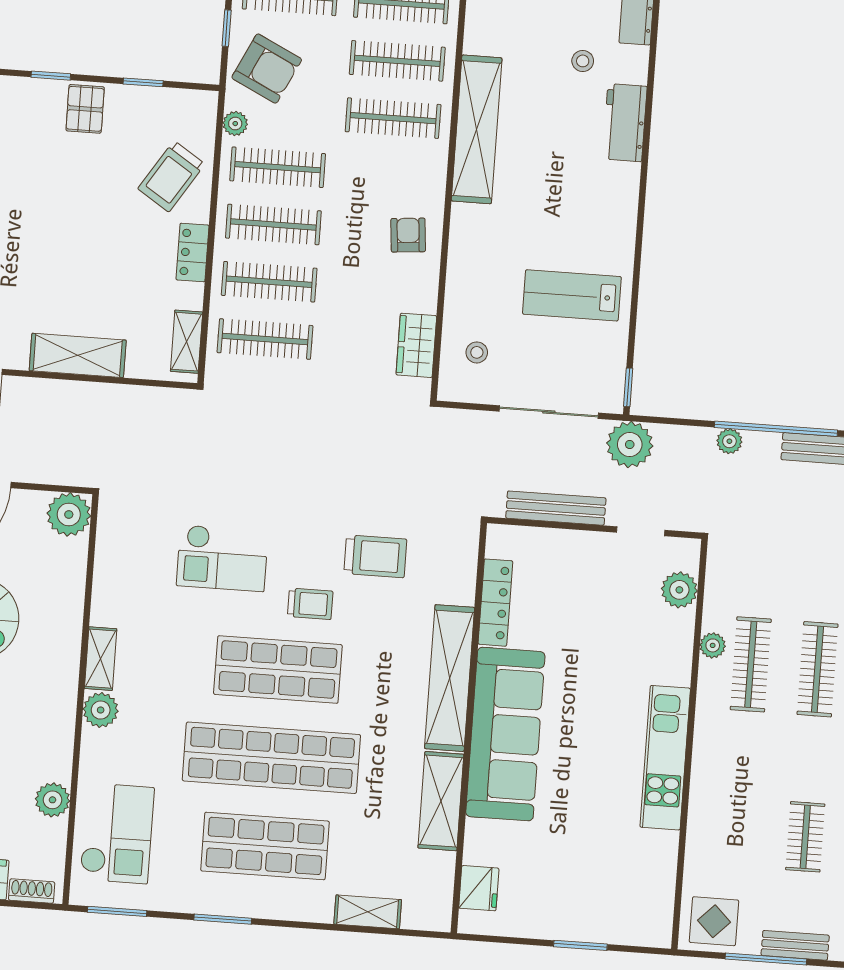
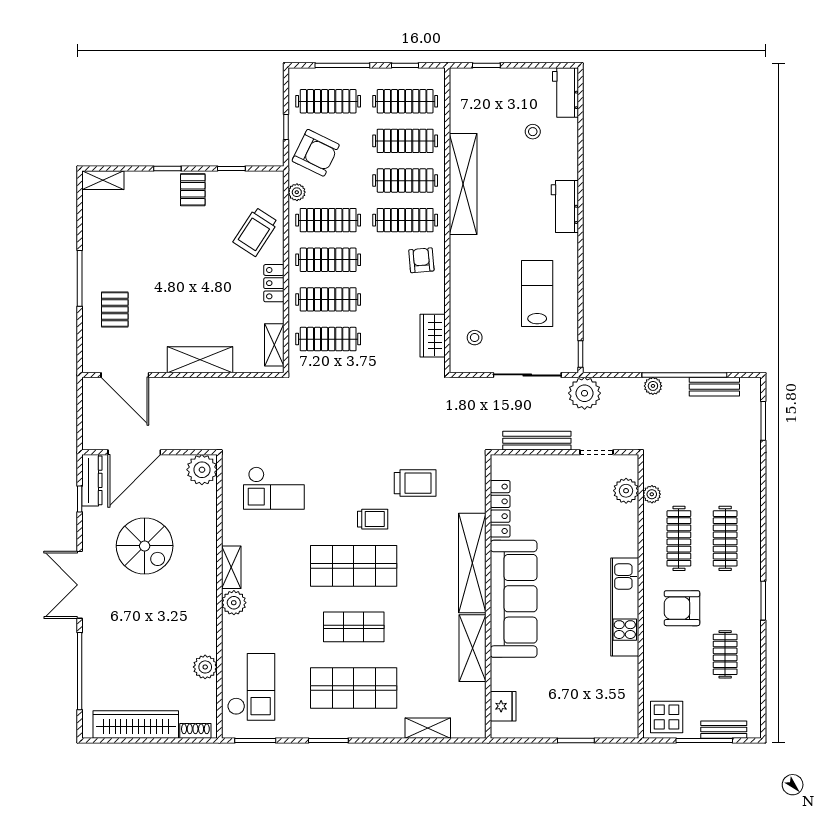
workbench: (625, 123) -> (565, 207), moved
clothes rail: (389, 175) -> (405, 220), added
lab bench: (572, 295) -> (537, 293), turned 90
checkout: (222, 558) -> (274, 488), moved
plant: (713, 645) -> (652, 494), moved
shop shelf: (271, 758) -> (354, 627), width x0.50, depth x0.74
armchair: (748, 765) -> (682, 608), added

